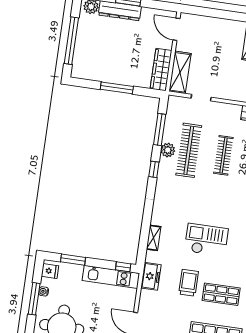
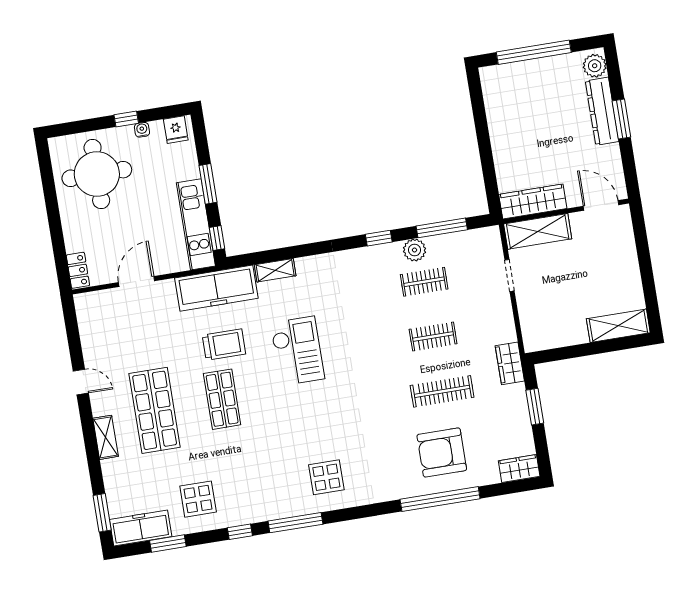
door: (176, 29) -> (601, 205), hinge flipped
window: (117, 88) -> (484, 143), removed
clothes rail: (189, 150) -> (424, 282), width x0.54, depth x0.76
clothes rail: (223, 155) -> (433, 337), width x0.73
window: (73, 260) -> (208, 184), moved
freezer: (151, 276) -> (216, 288), width x1.91, depth x1.26
window: (34, 299) -> (126, 119), width x0.46

